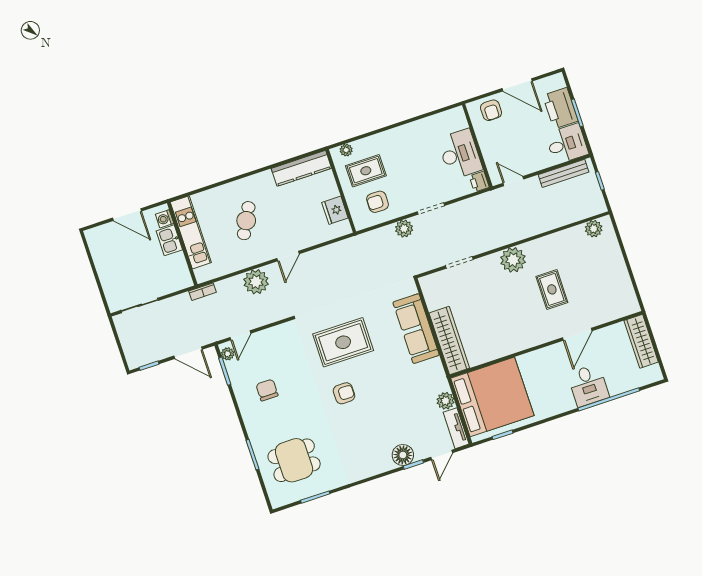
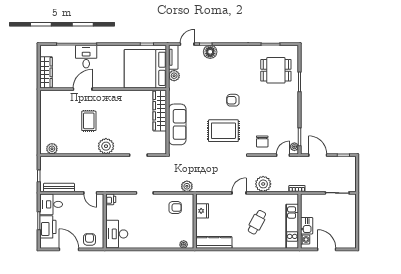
desk: (460, 154) -> (117, 234), moved
rug: (366, 171) -> (176, 228), removed
plant: (404, 229) -> (187, 186), moved
chair: (267, 390) -> (262, 141), moved

